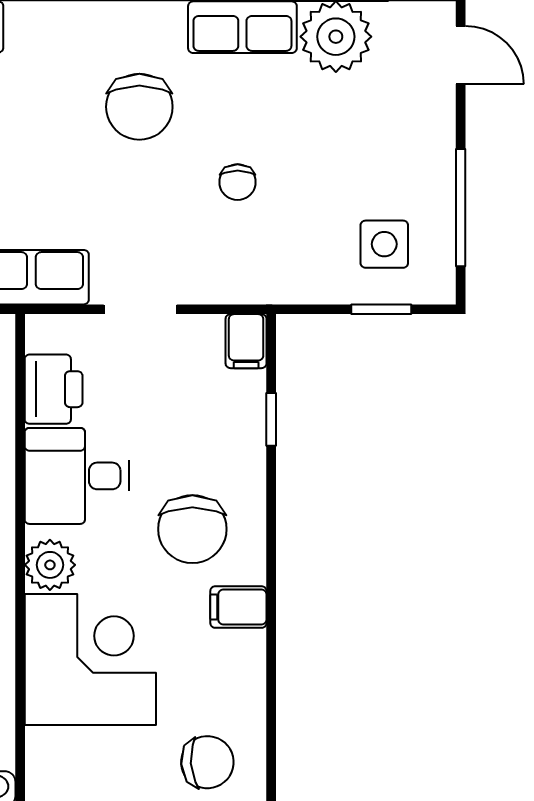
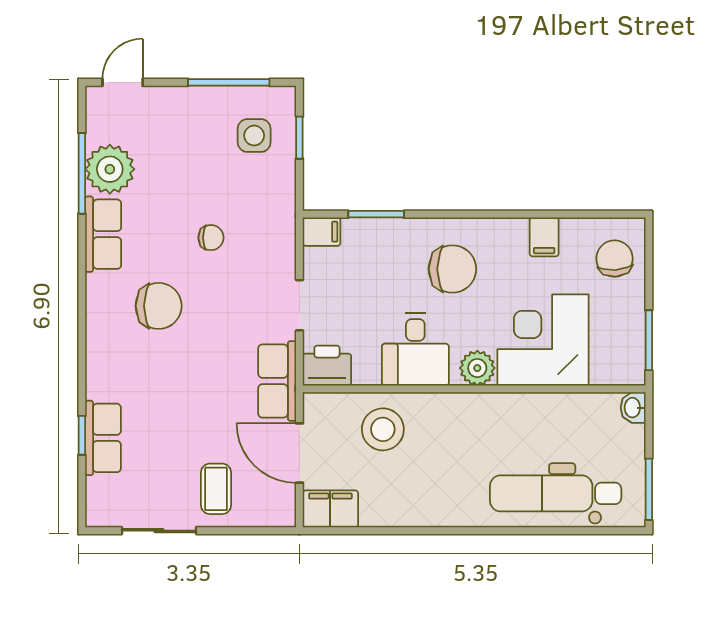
printer: (54, 389) -> (327, 366), moved
window: (271, 419) -> (376, 214), width x1.50
filing cabinet: (238, 607) -> (544, 237), moved

